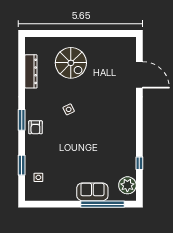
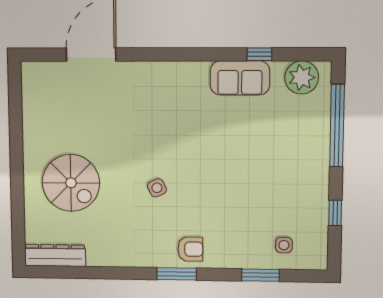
spiral stairs: (71, 63) -> (71, 183), turned 90
dresser: (31, 71) -> (55, 255), moved
sofa: (92, 192) -> (240, 78), moved, turned -90
window: (56, 204) -> (335, 213), added

